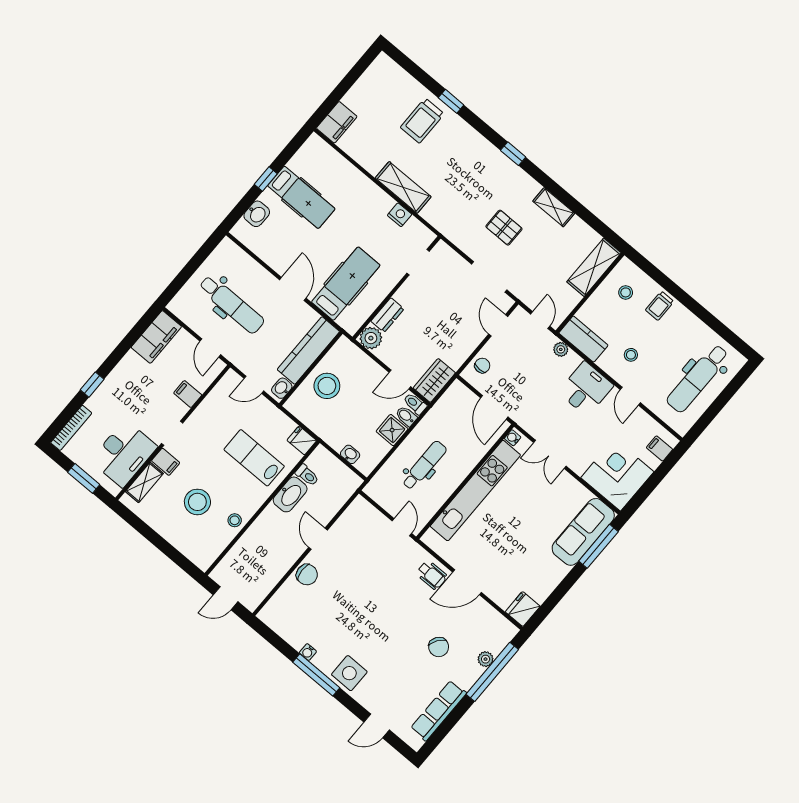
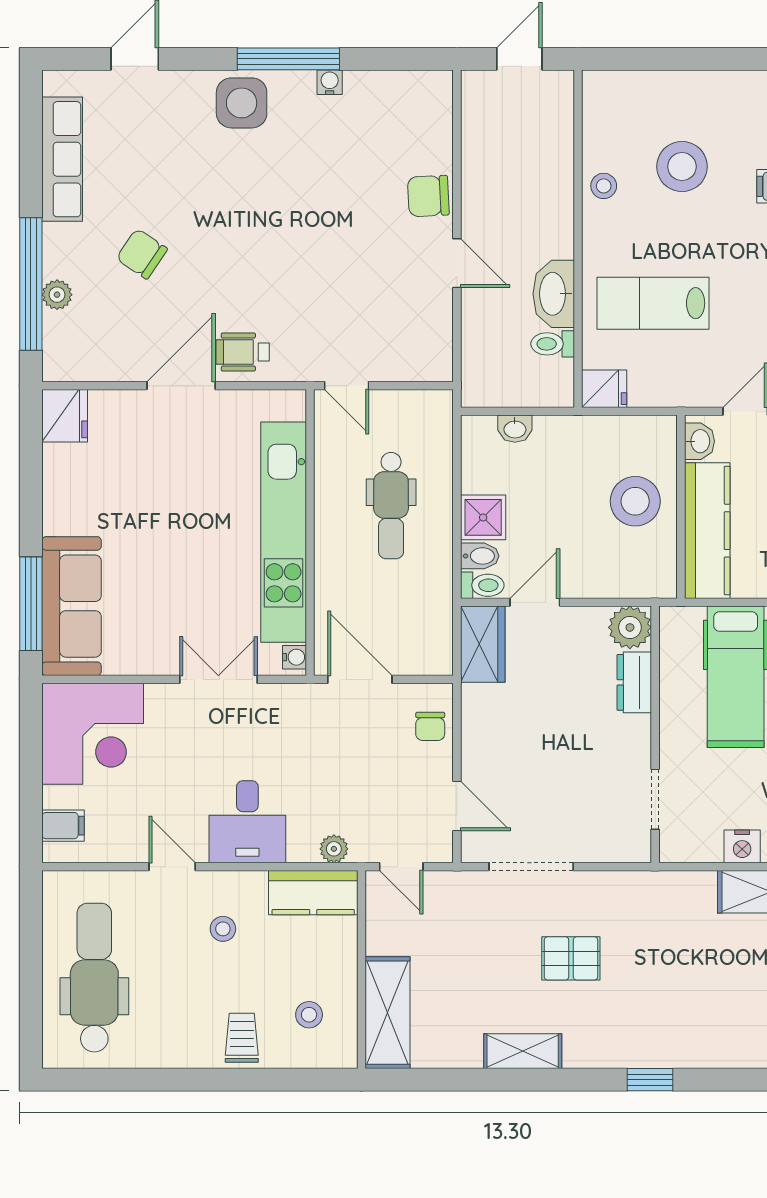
lab bench: (254, 458) -> (653, 303), turned 180

